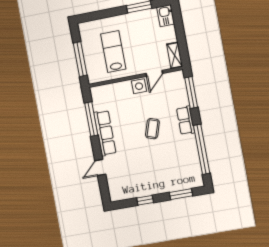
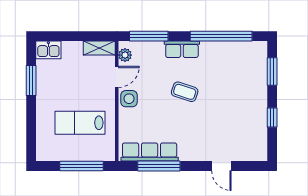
door: (154, 73) -> (117, 77), hinge flipped
plant: (173, 77) -> (125, 55), added
row of seats: (105, 133) -> (150, 152), moved

